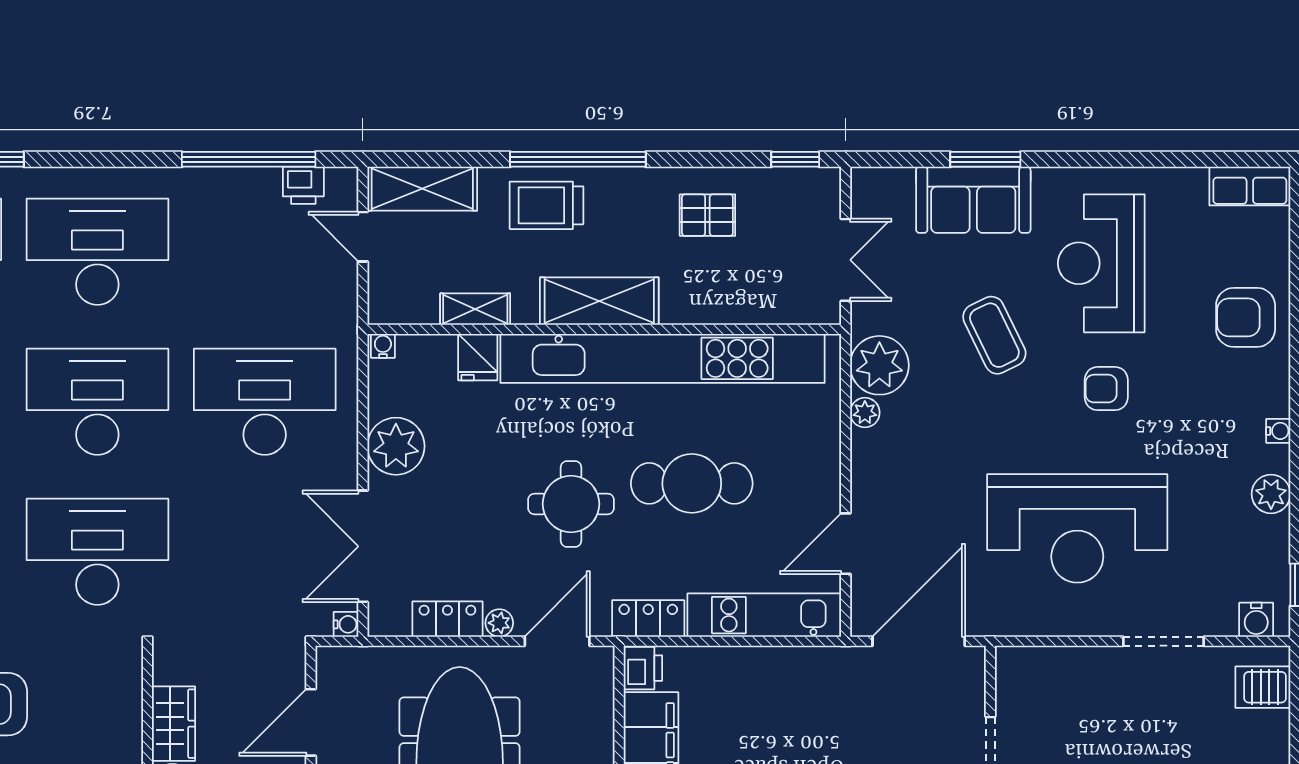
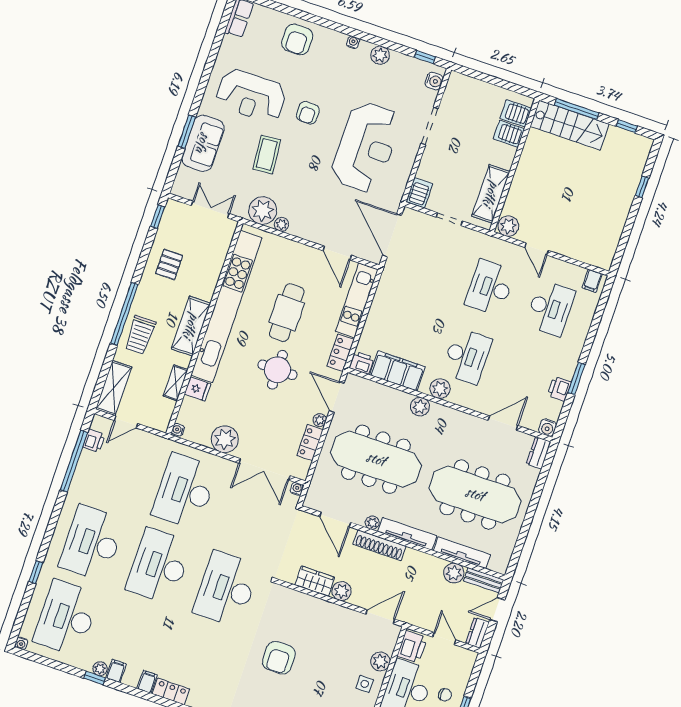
coffee table: (994, 335) -> (267, 155), turned -69
server rack: (1263, 687) -> (419, 193), moved, turned 180

